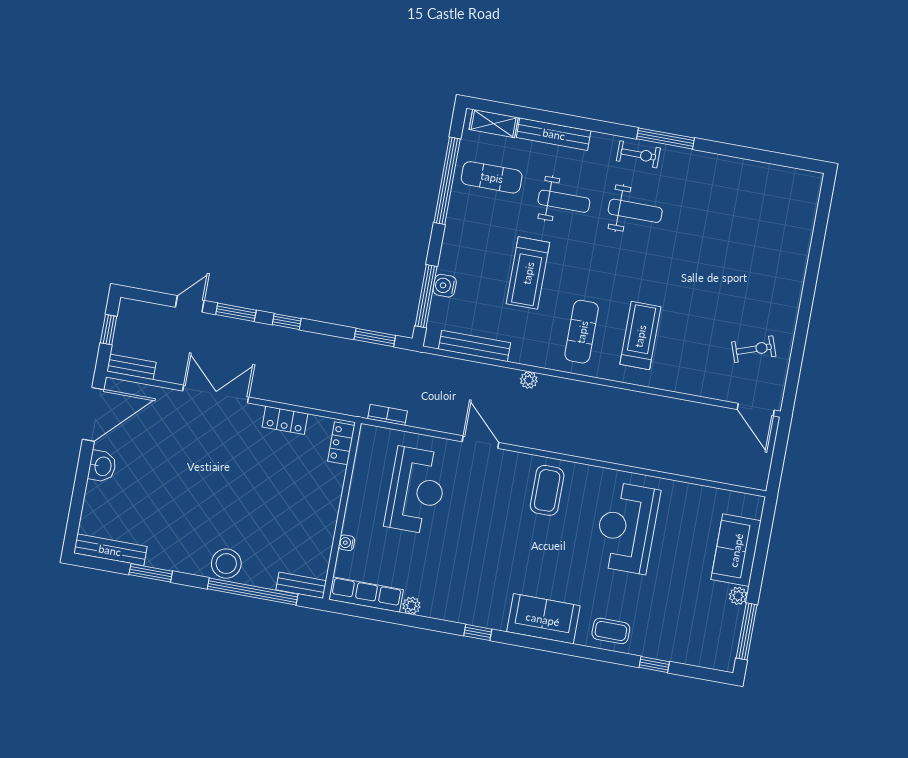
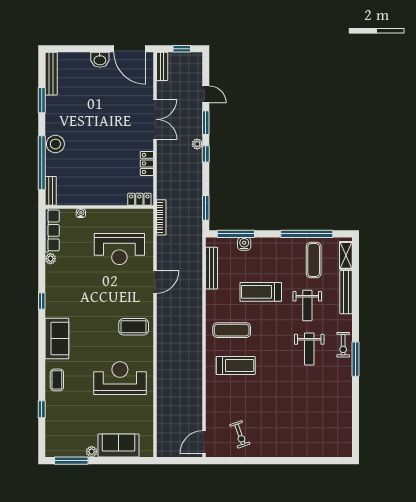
plant: (529, 380) -> (197, 144), moved
bookcase: (388, 415) -> (161, 217), width x1.56

